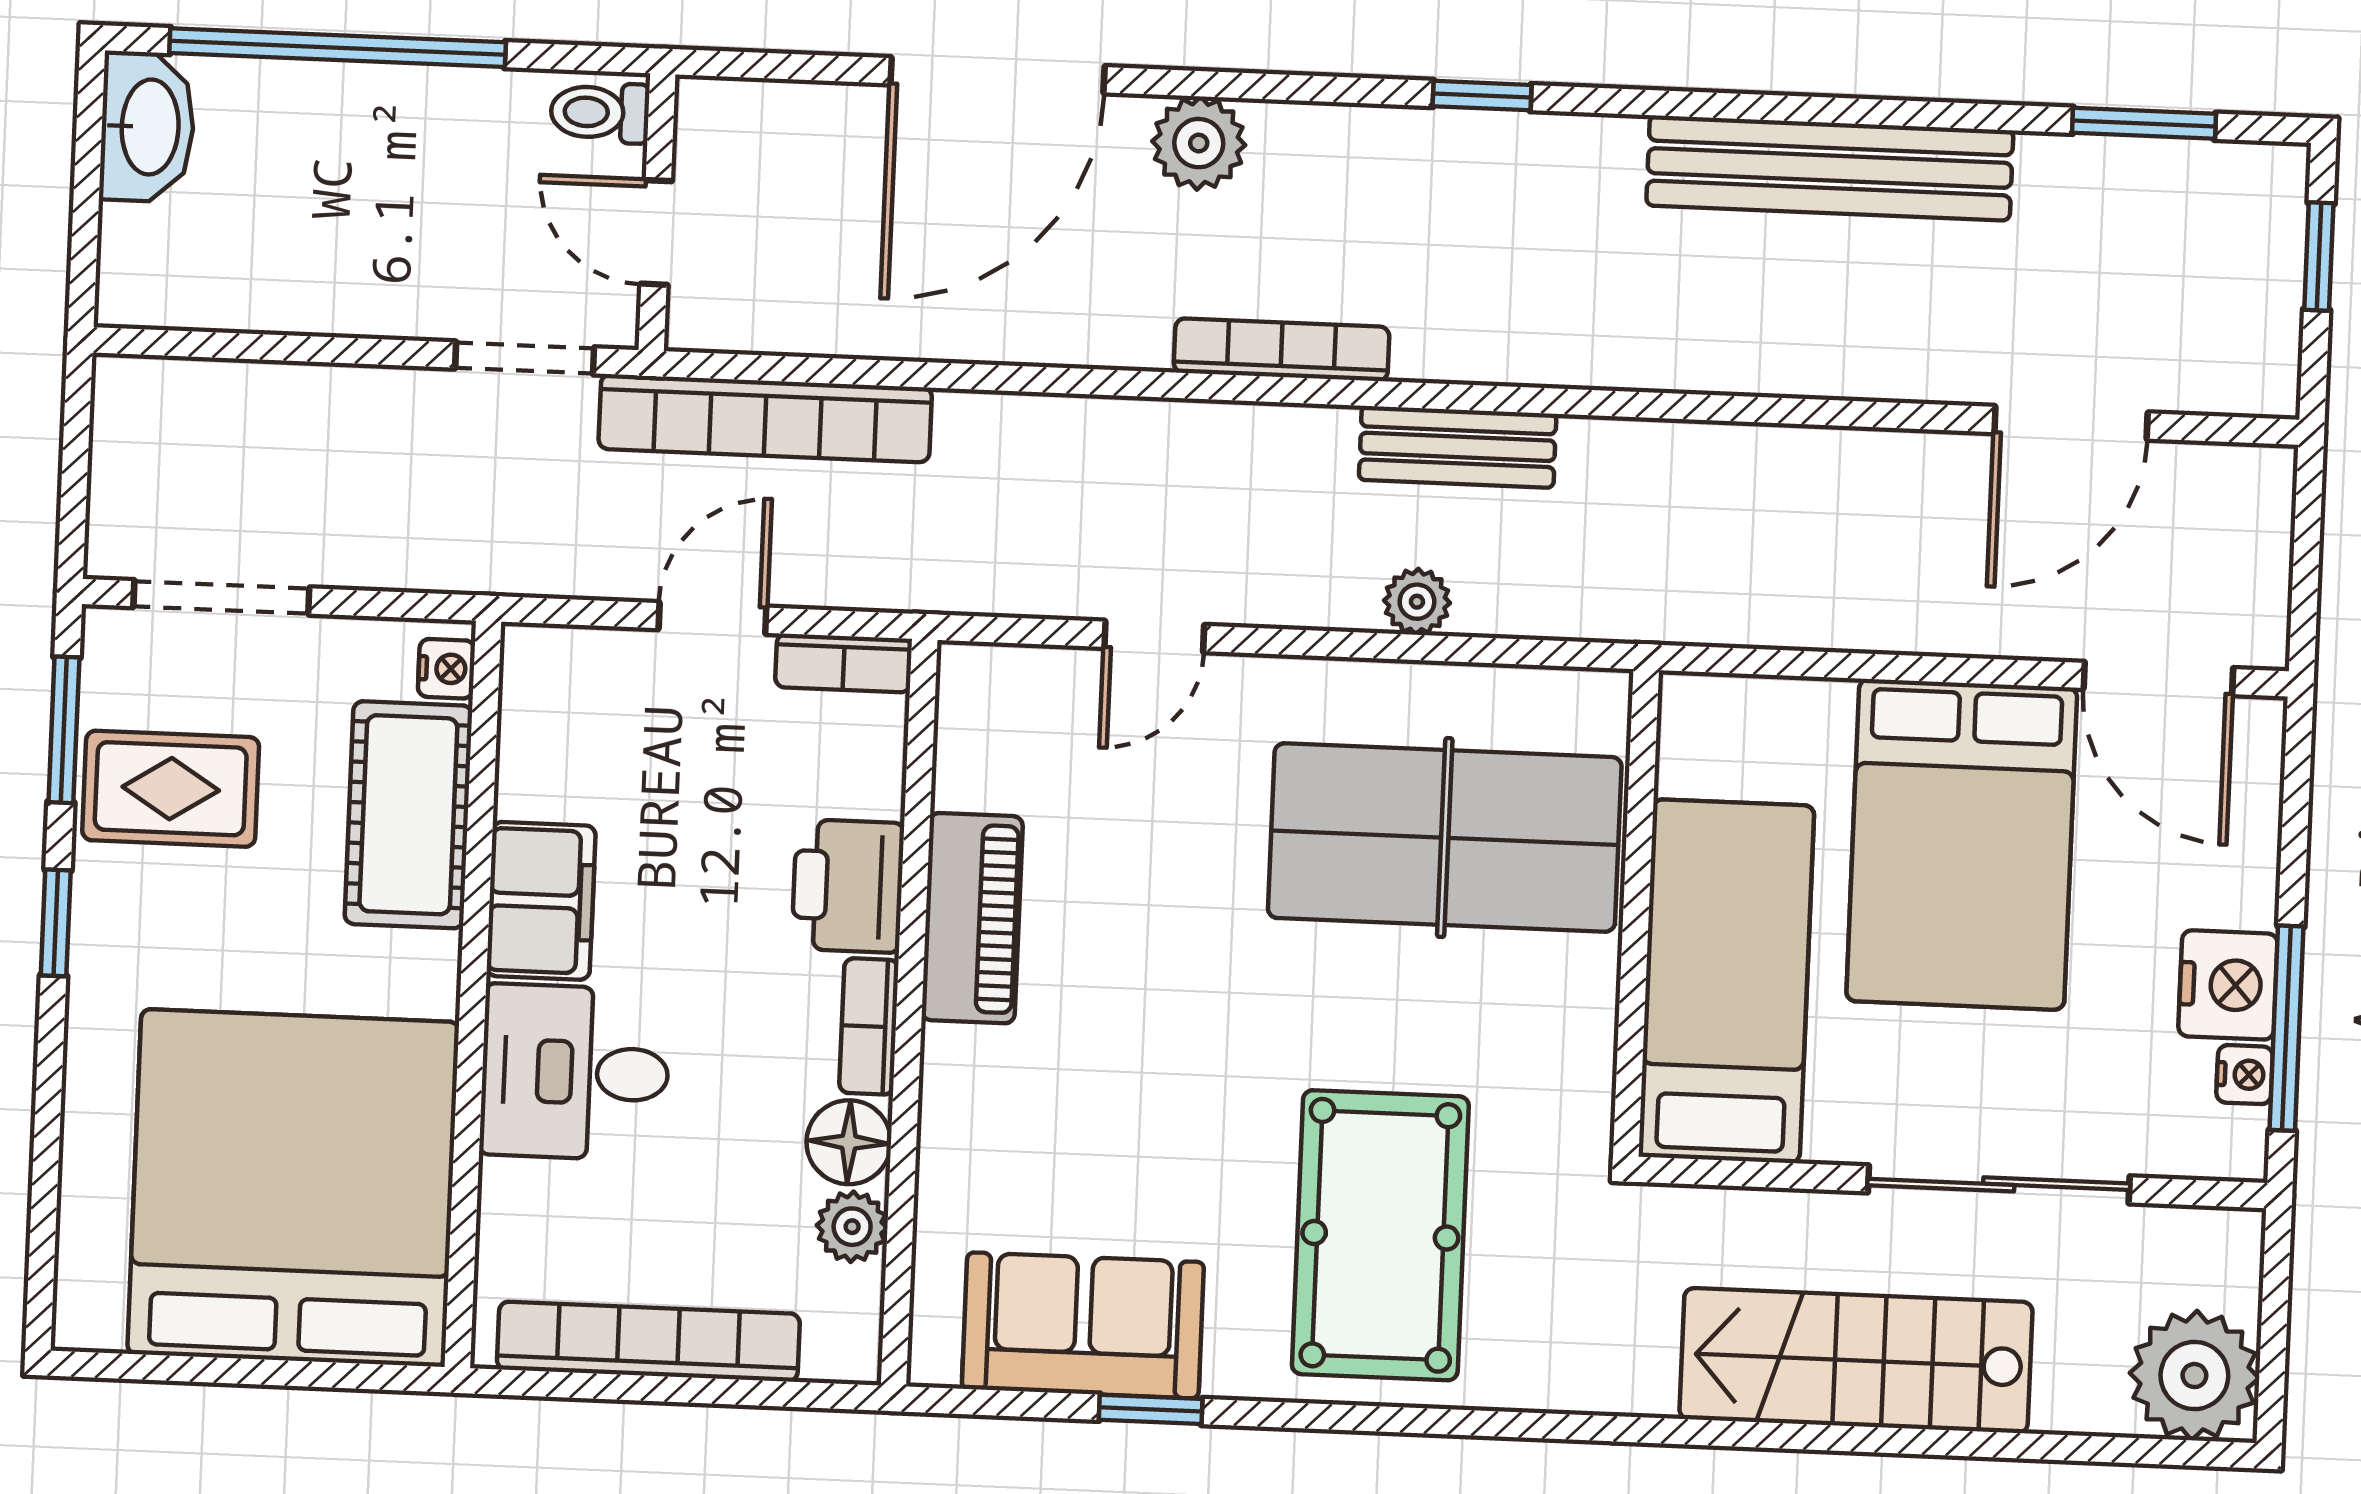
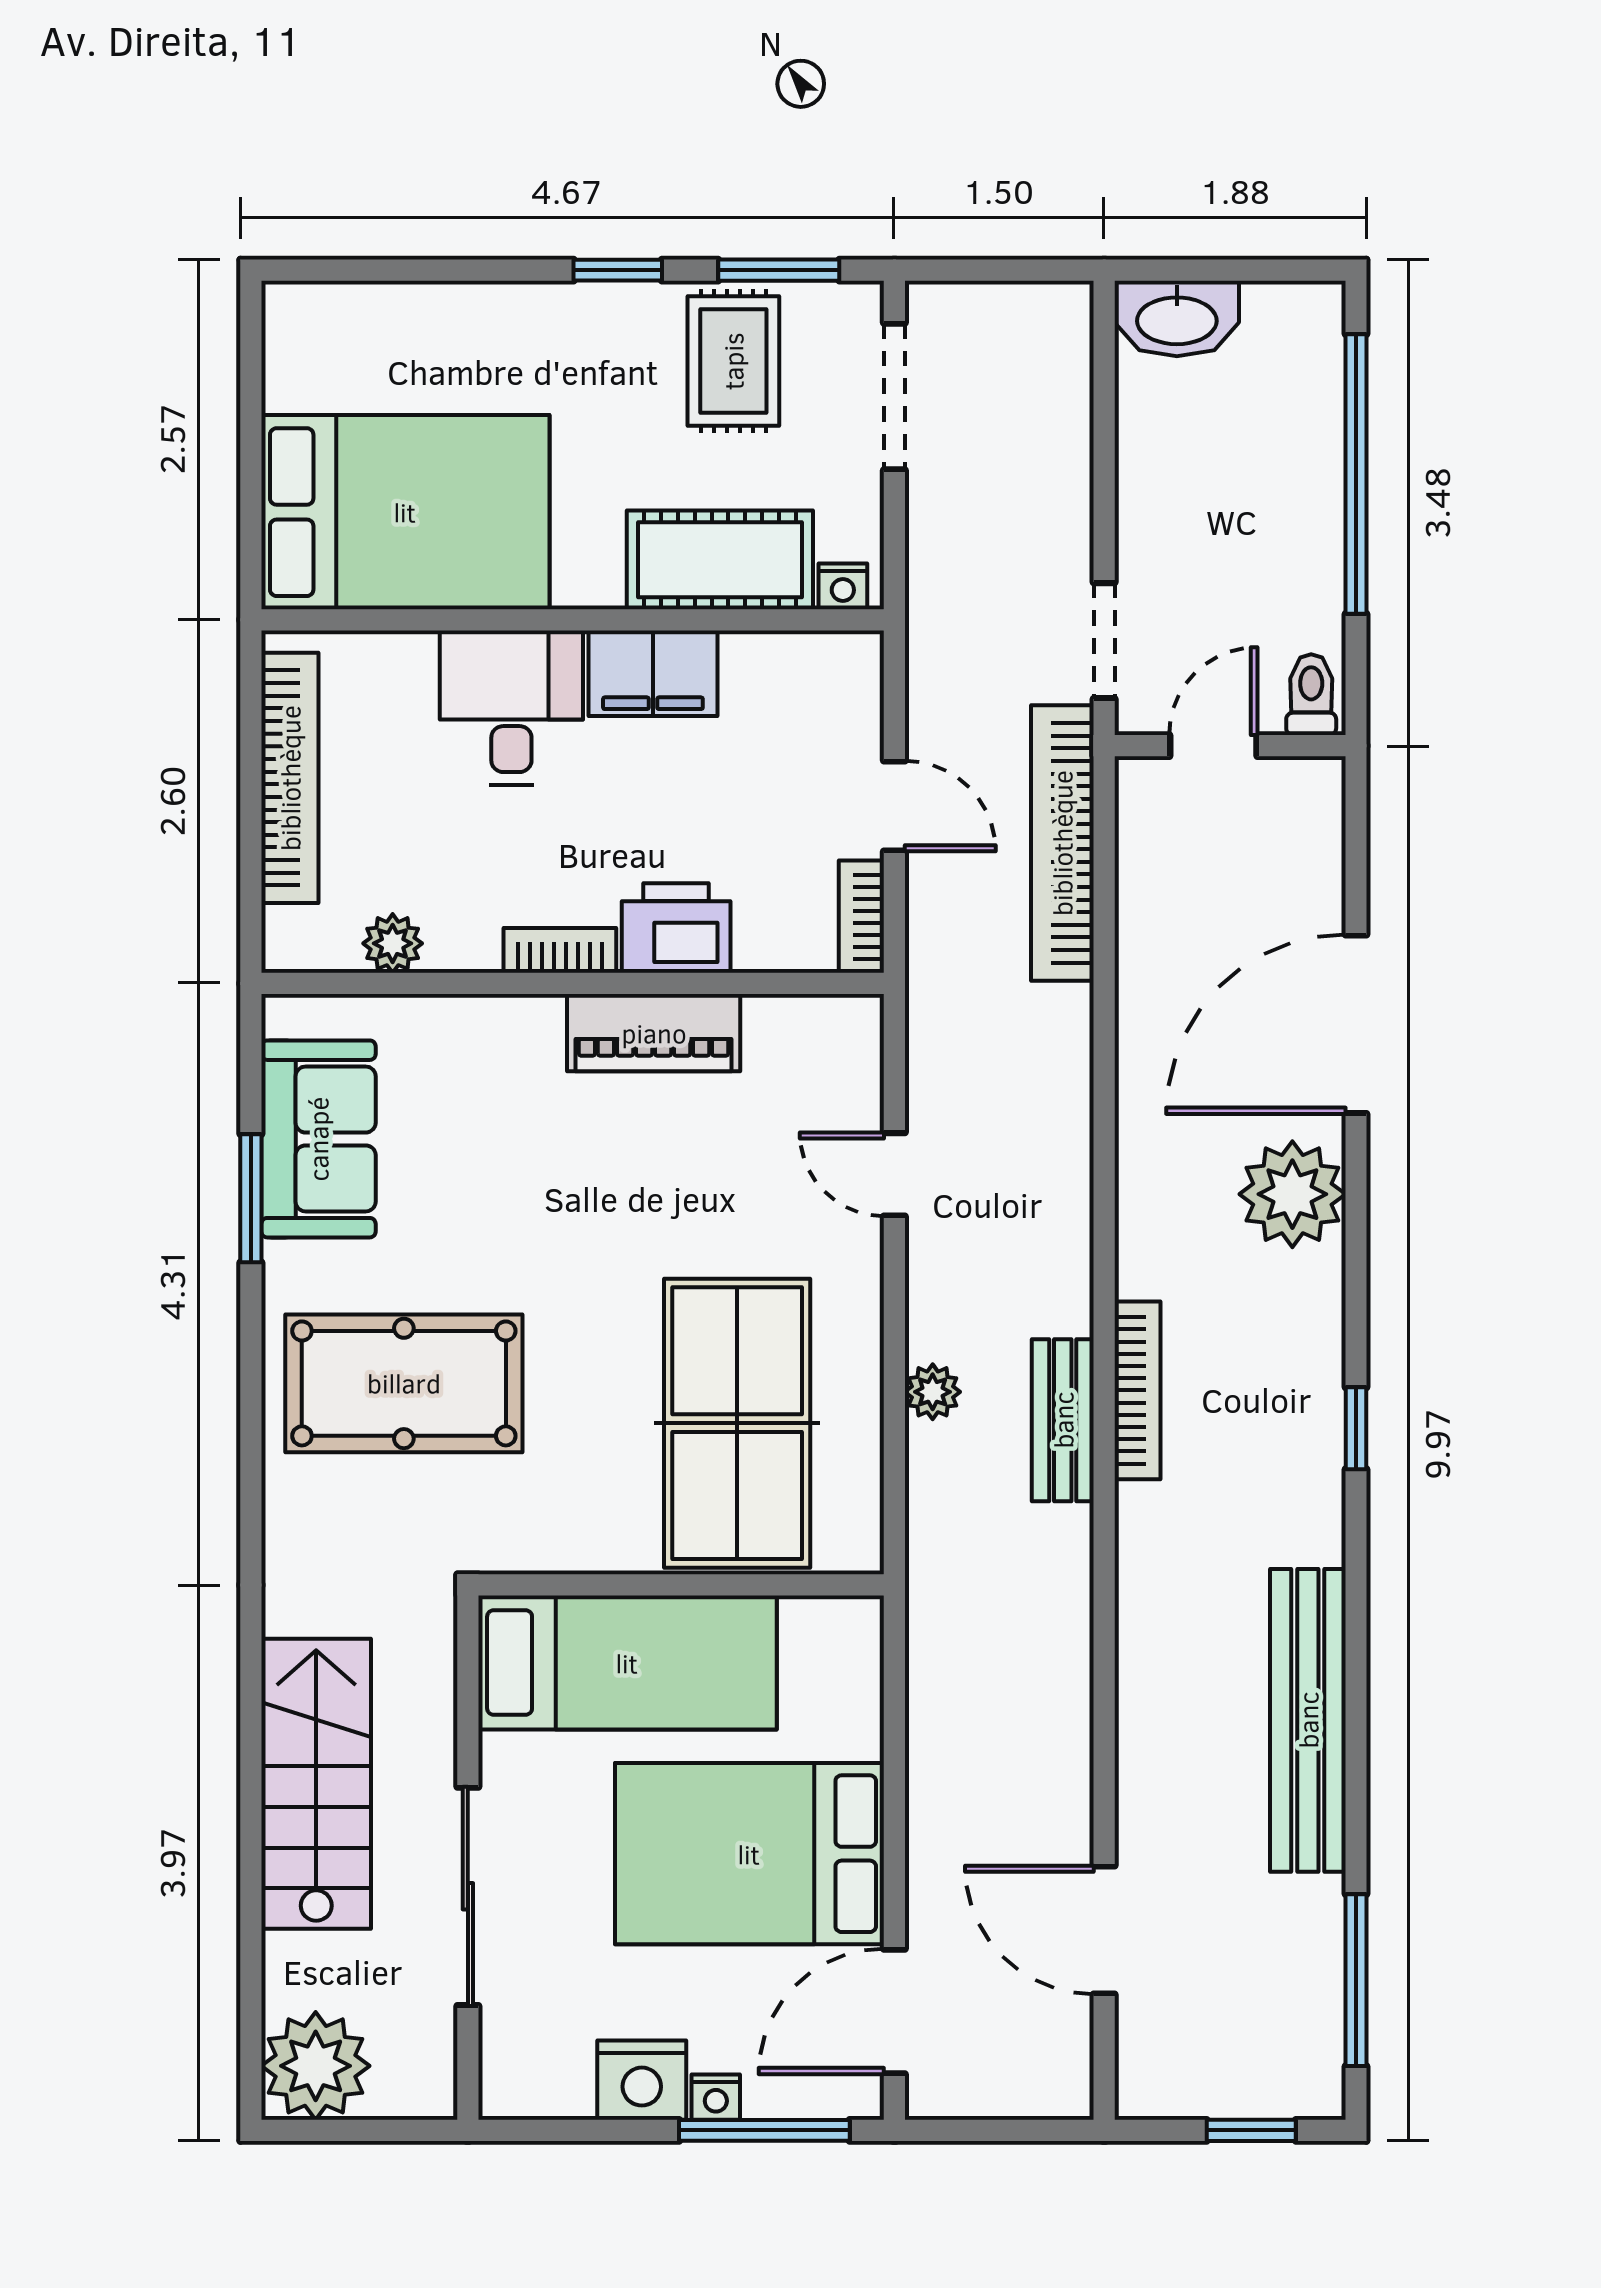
door: (998, 75) -> (1356, 1024), hinge flipped
window: (2144, 123) -> (1356, 1980), width x1.44
washbasin: (147, 127) -> (1177, 319), moved
plant: (1199, 143) -> (1292, 1194), width x1.36, depth x1.36
bookcase: (1282, 350) -> (1138, 1390), moved
window: (2287, 1028) -> (764, 2130), moved
nightstand: (2245, 1075) -> (716, 2097), moved
floor lamp: (849, 1142) -> (463, 938), removed
bed: (293, 1188) -> (405, 512), width x0.73
window: (1151, 1409) -> (251, 1198), width x1.50

